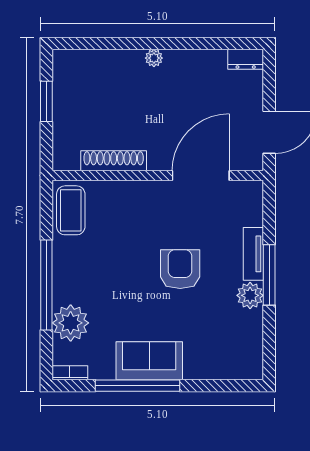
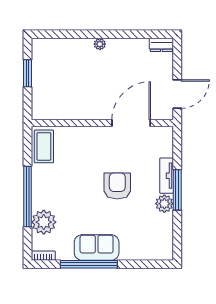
shoe rack: (114, 161) -> (73, 113), removed

